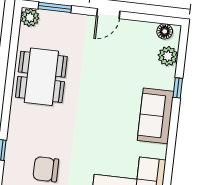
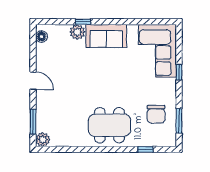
plant: (168, 56) -> (77, 32), moved
dining table: (41, 77) -> (109, 125), moved

